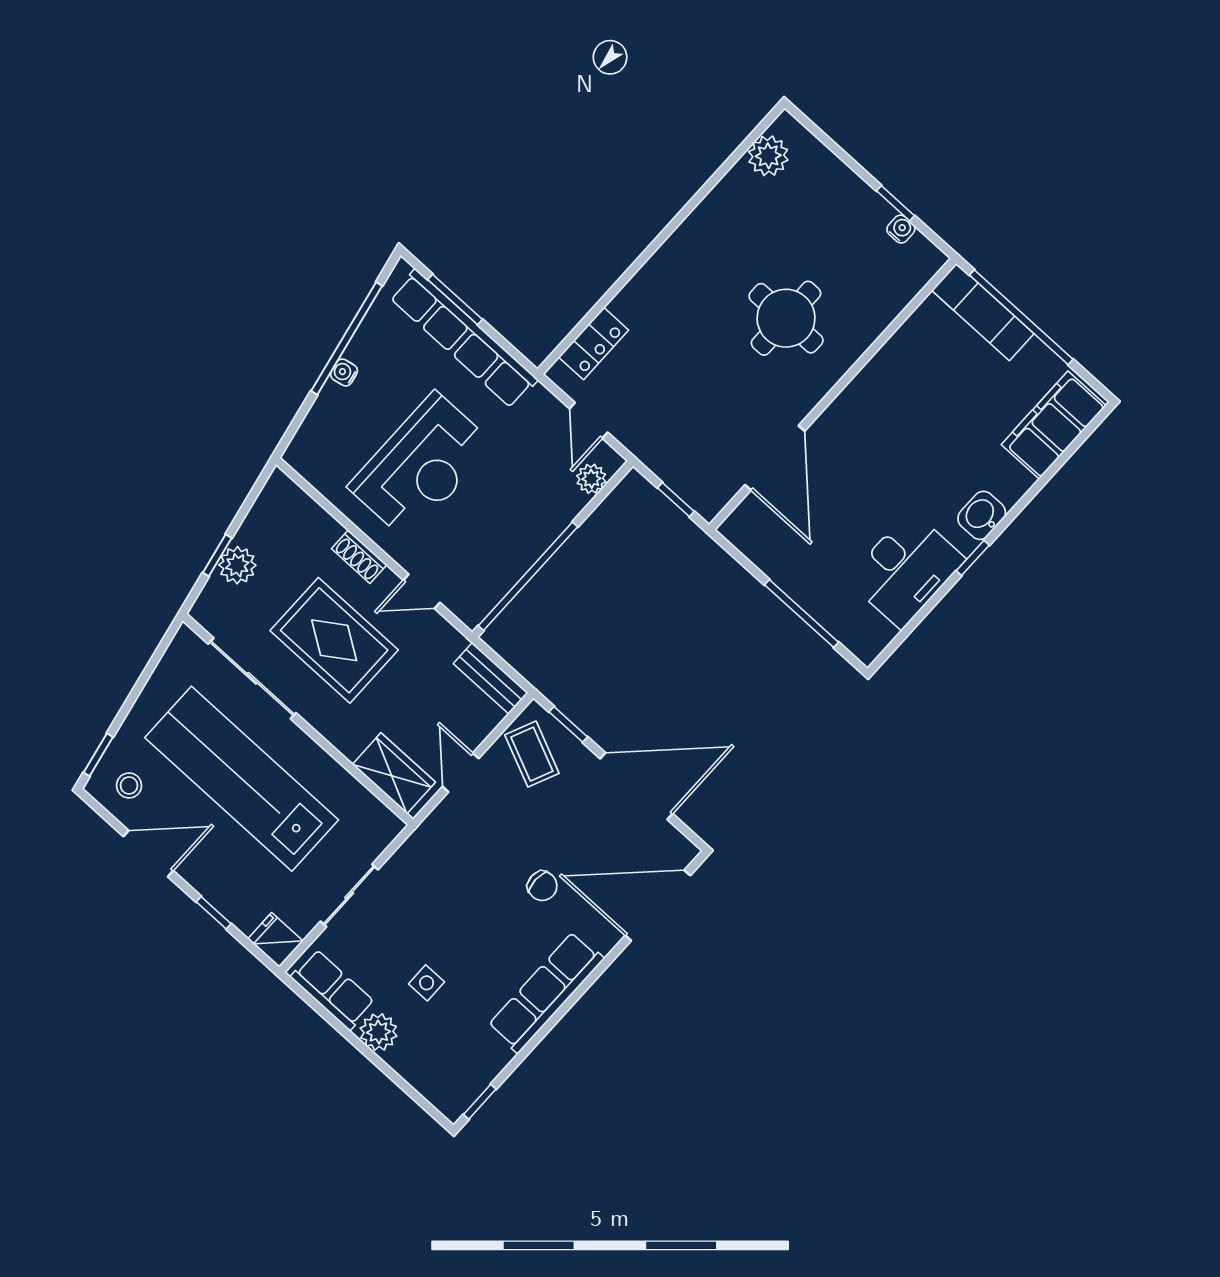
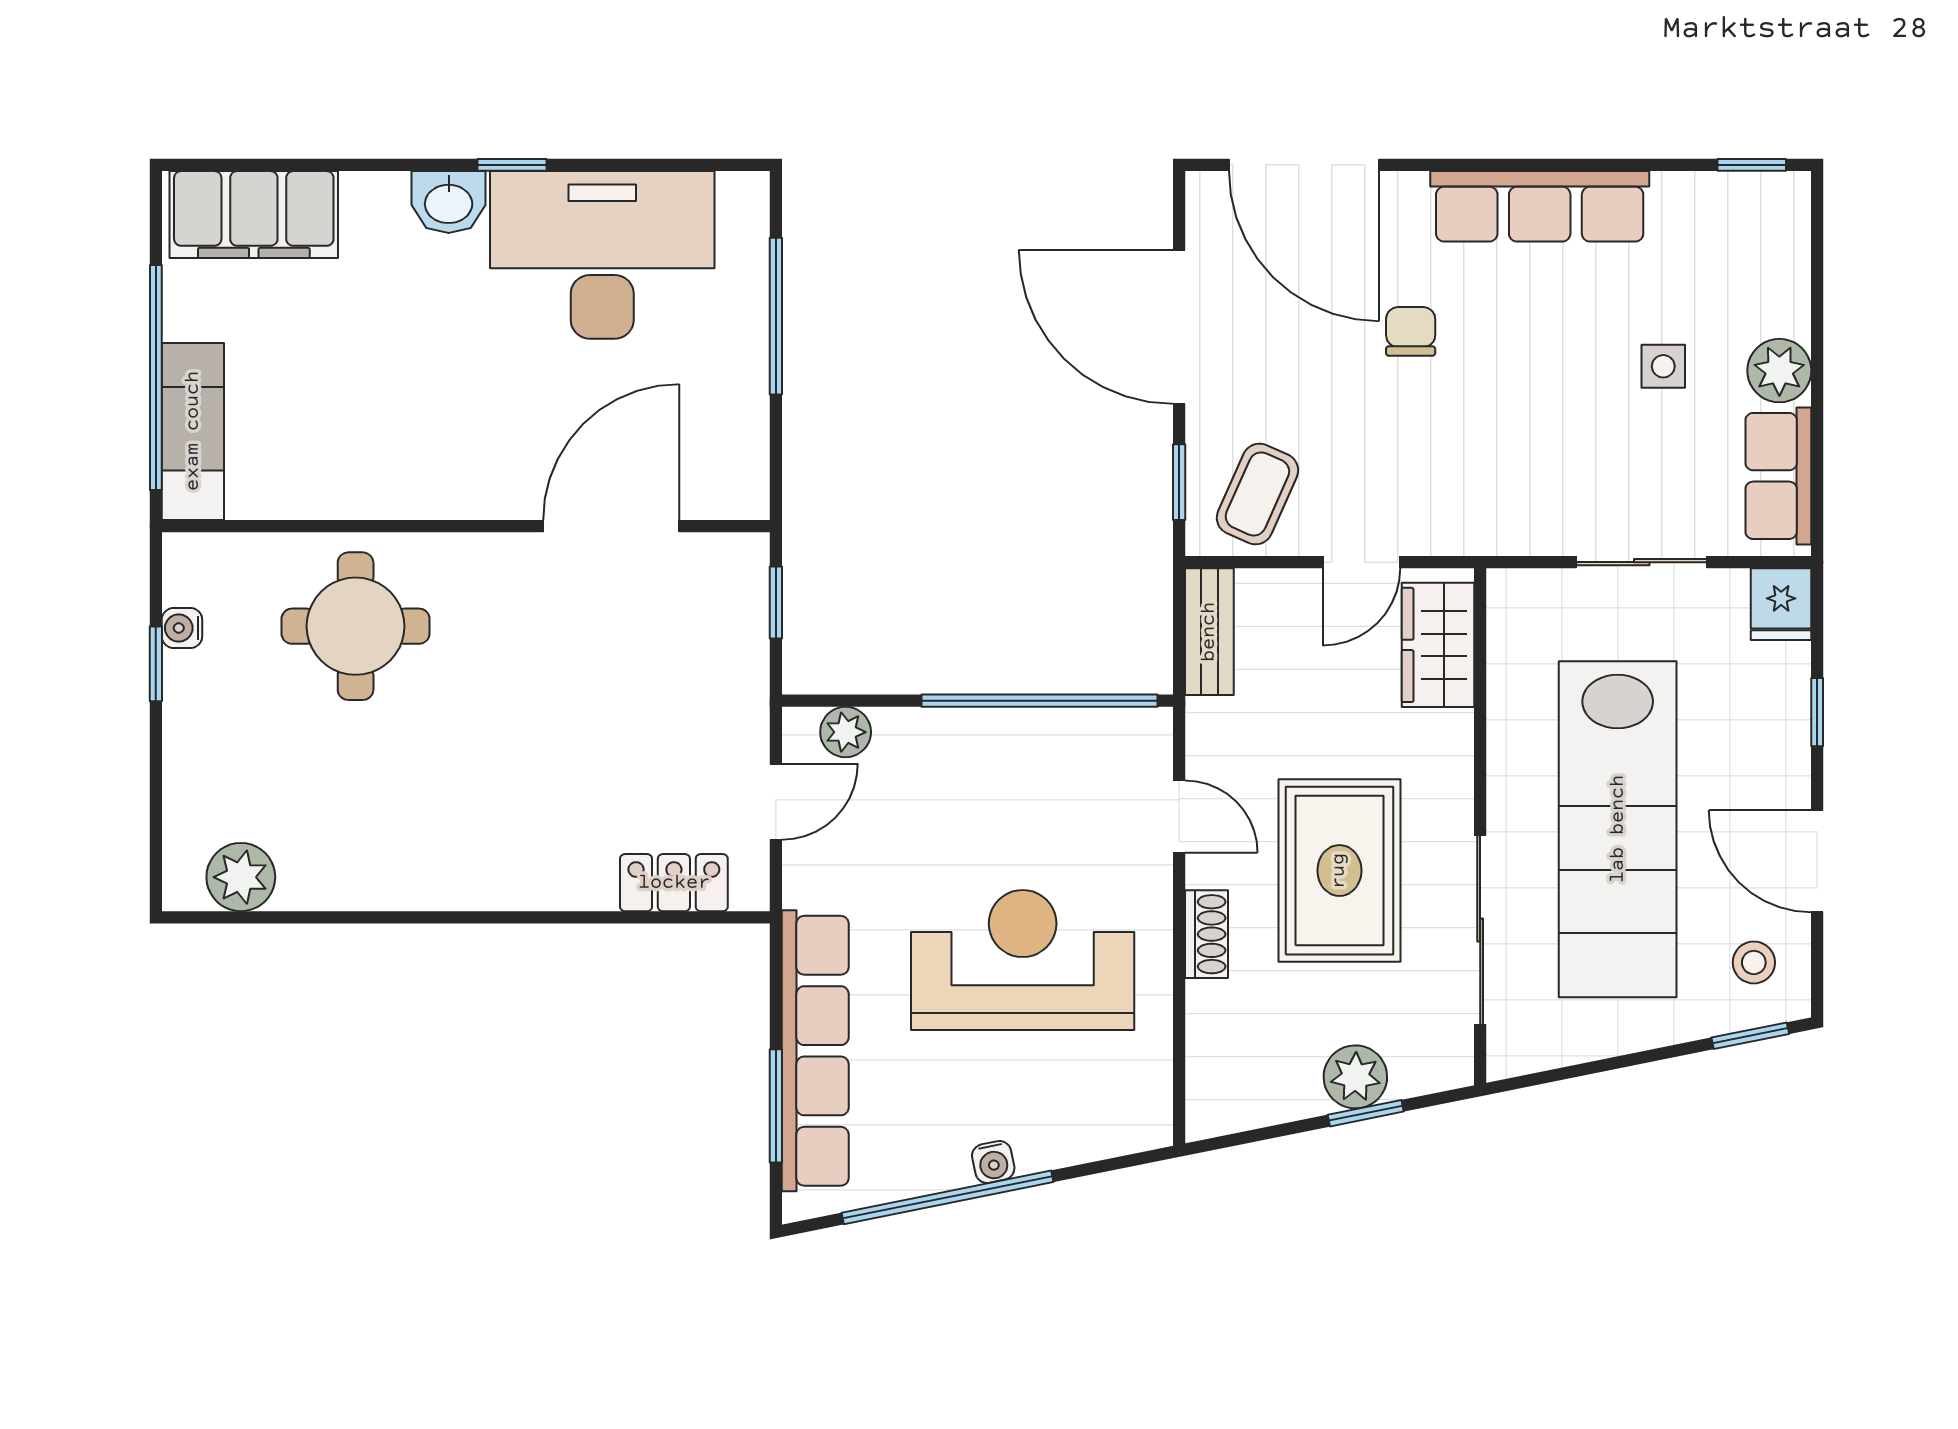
round table: (786, 318) -> (356, 626), moved
desk: (906, 569) -> (602, 255), width x1.36, depth x1.30

